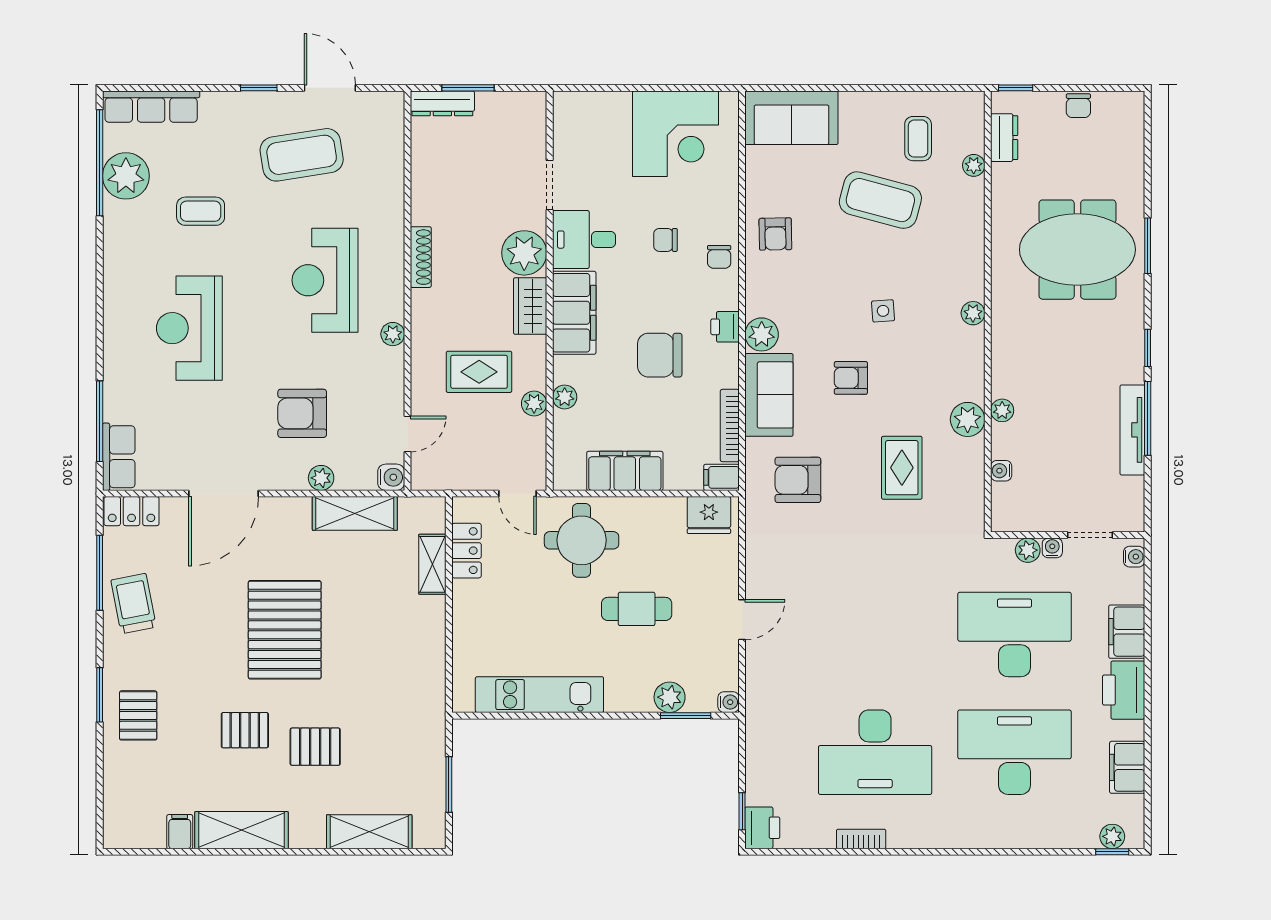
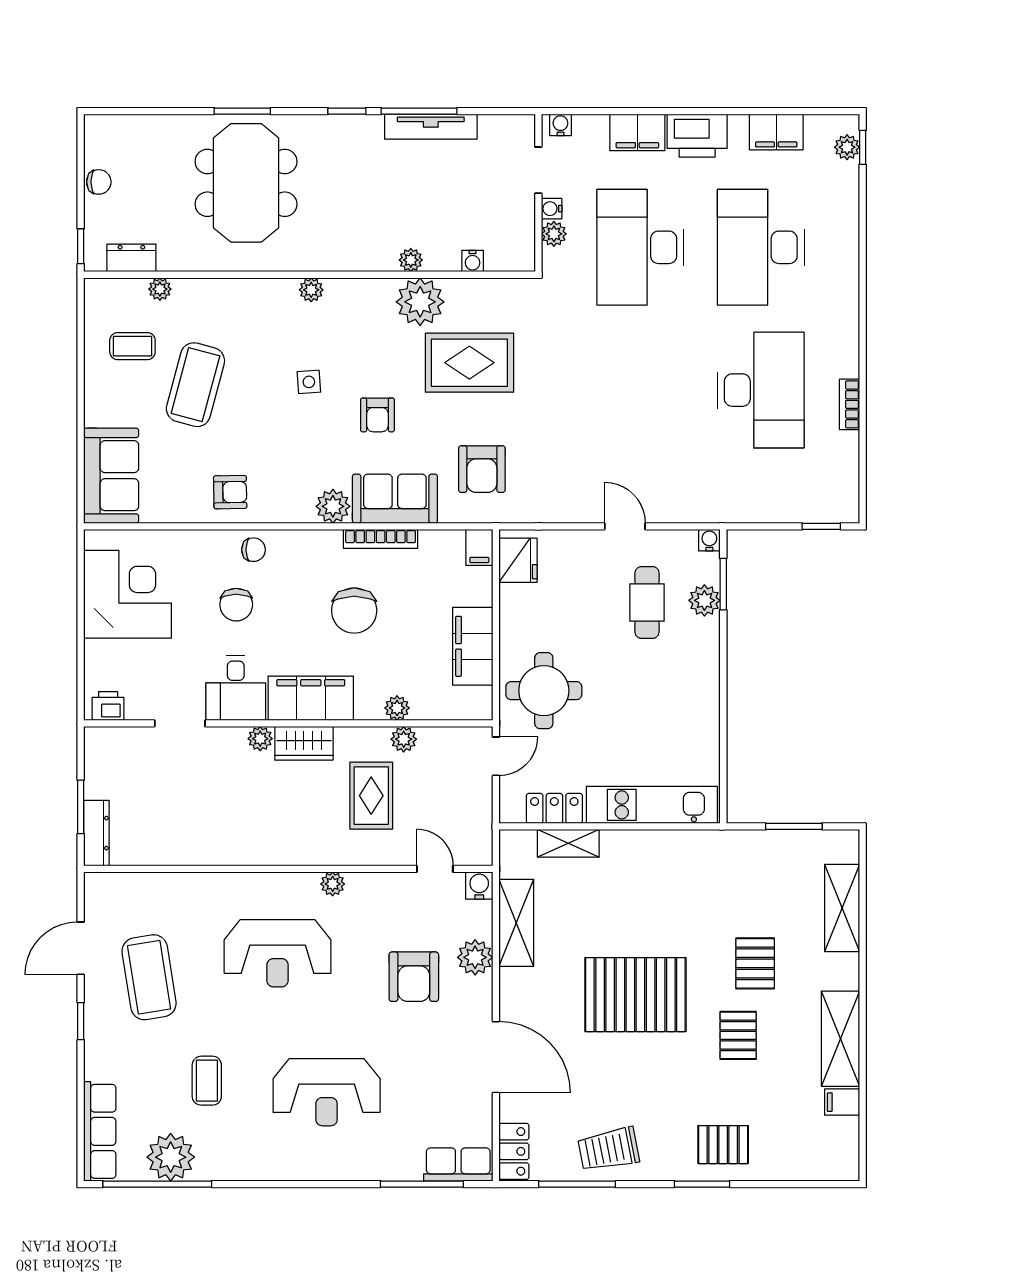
chair: (665, 240) -> (236, 605), width x1.37, depth x1.37
plant: (524, 253) -> (260, 739), width x0.53, depth x0.53
shoe rack: (421, 257) -> (254, 855), removed
printer: (725, 327) -> (108, 706), moved, turned 180
plant: (968, 419) -> (420, 302), width x1.36, depth x1.36
bookcase: (730, 426) -> (381, 539), moved
rug: (902, 468) -> (469, 363), width x1.36, depth x1.43
plant: (321, 478) -> (475, 957), width x1.38, depth x1.38
cafe table: (637, 609) -> (647, 603), moved
kitchen unit: (539, 695) -> (652, 805), moved, turned 90
printer: (762, 828) -> (838, 506), removed

